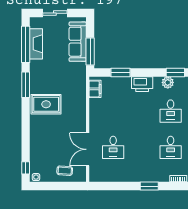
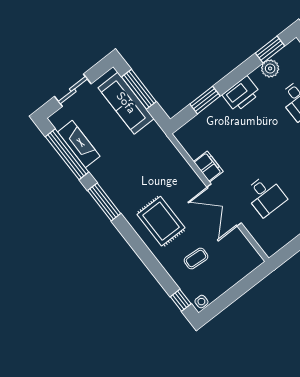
window: (90, 52) -> (139, 89), moved
filing cabinet: (95, 89) -> (208, 167), moved
rug: (46, 104) -> (161, 221), moved, turned 90
double door: (88, 149) -> (224, 205), moved
coffee table: (65, 171) -> (196, 258), moved

